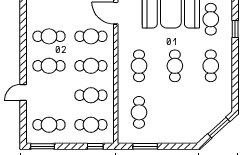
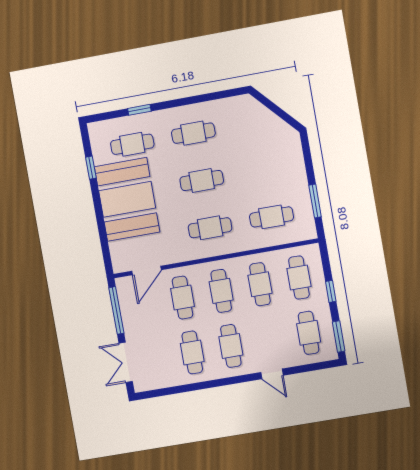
window: (219, 128) -> (273, 108), removed
window: (95, 146) -> (331, 291), moved

